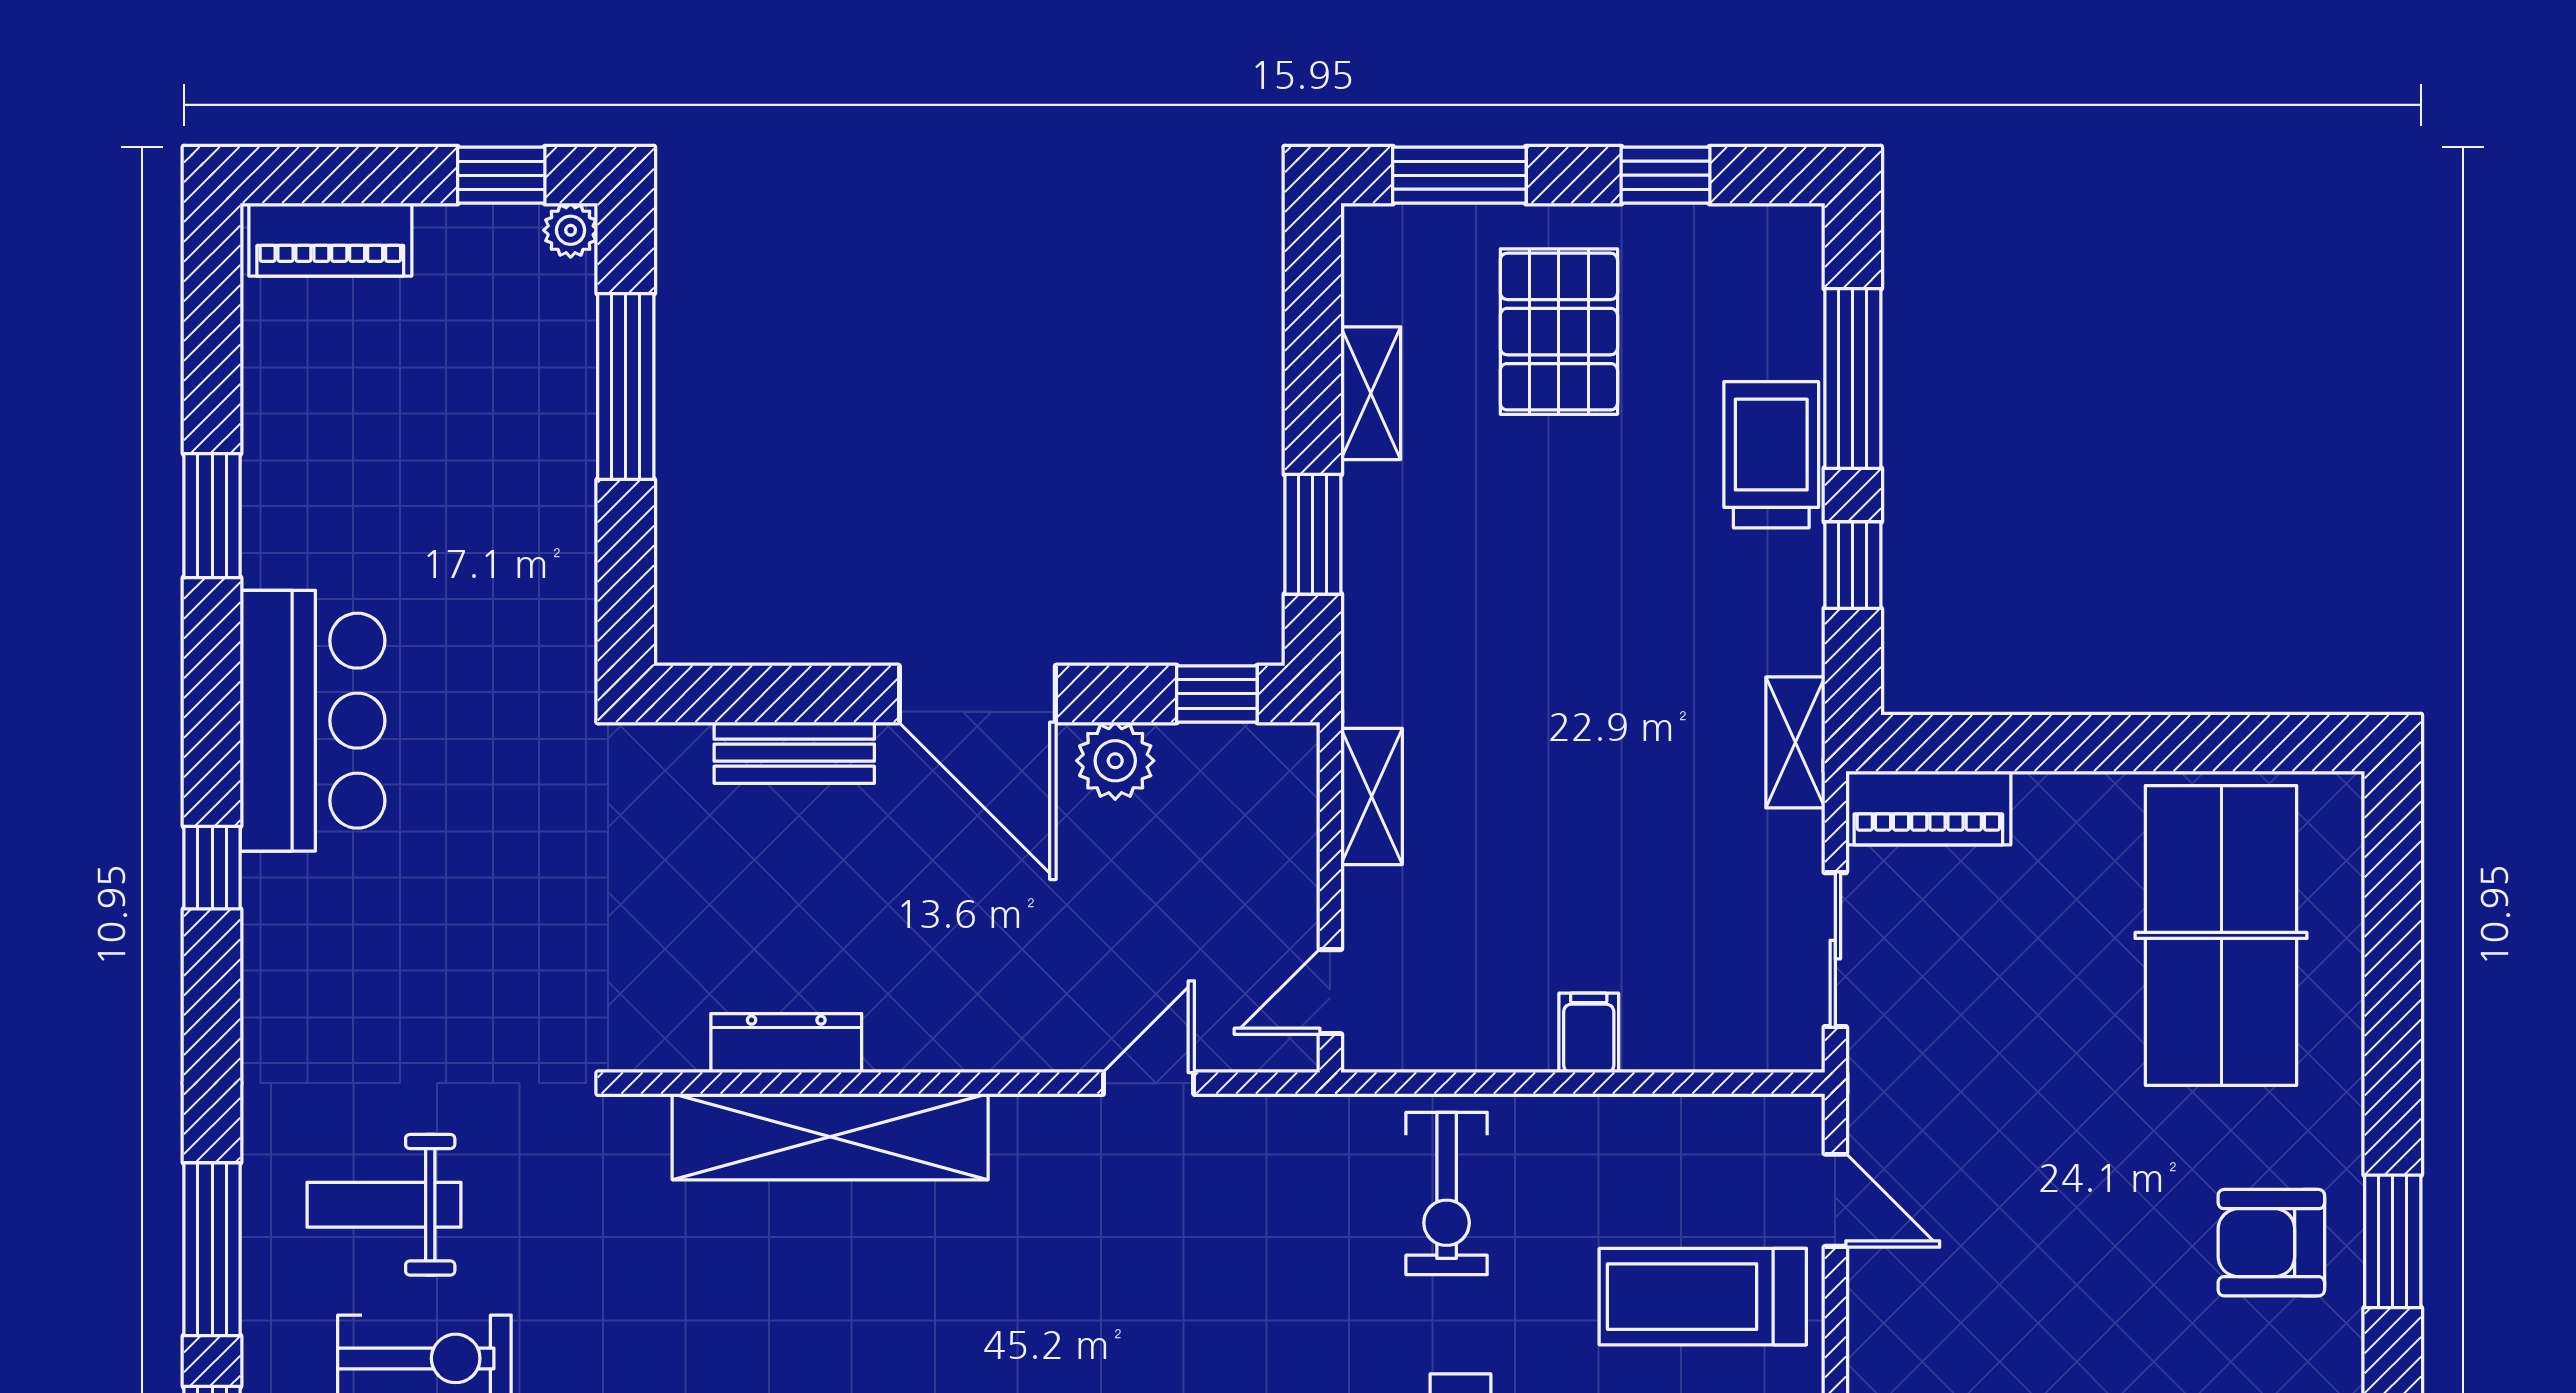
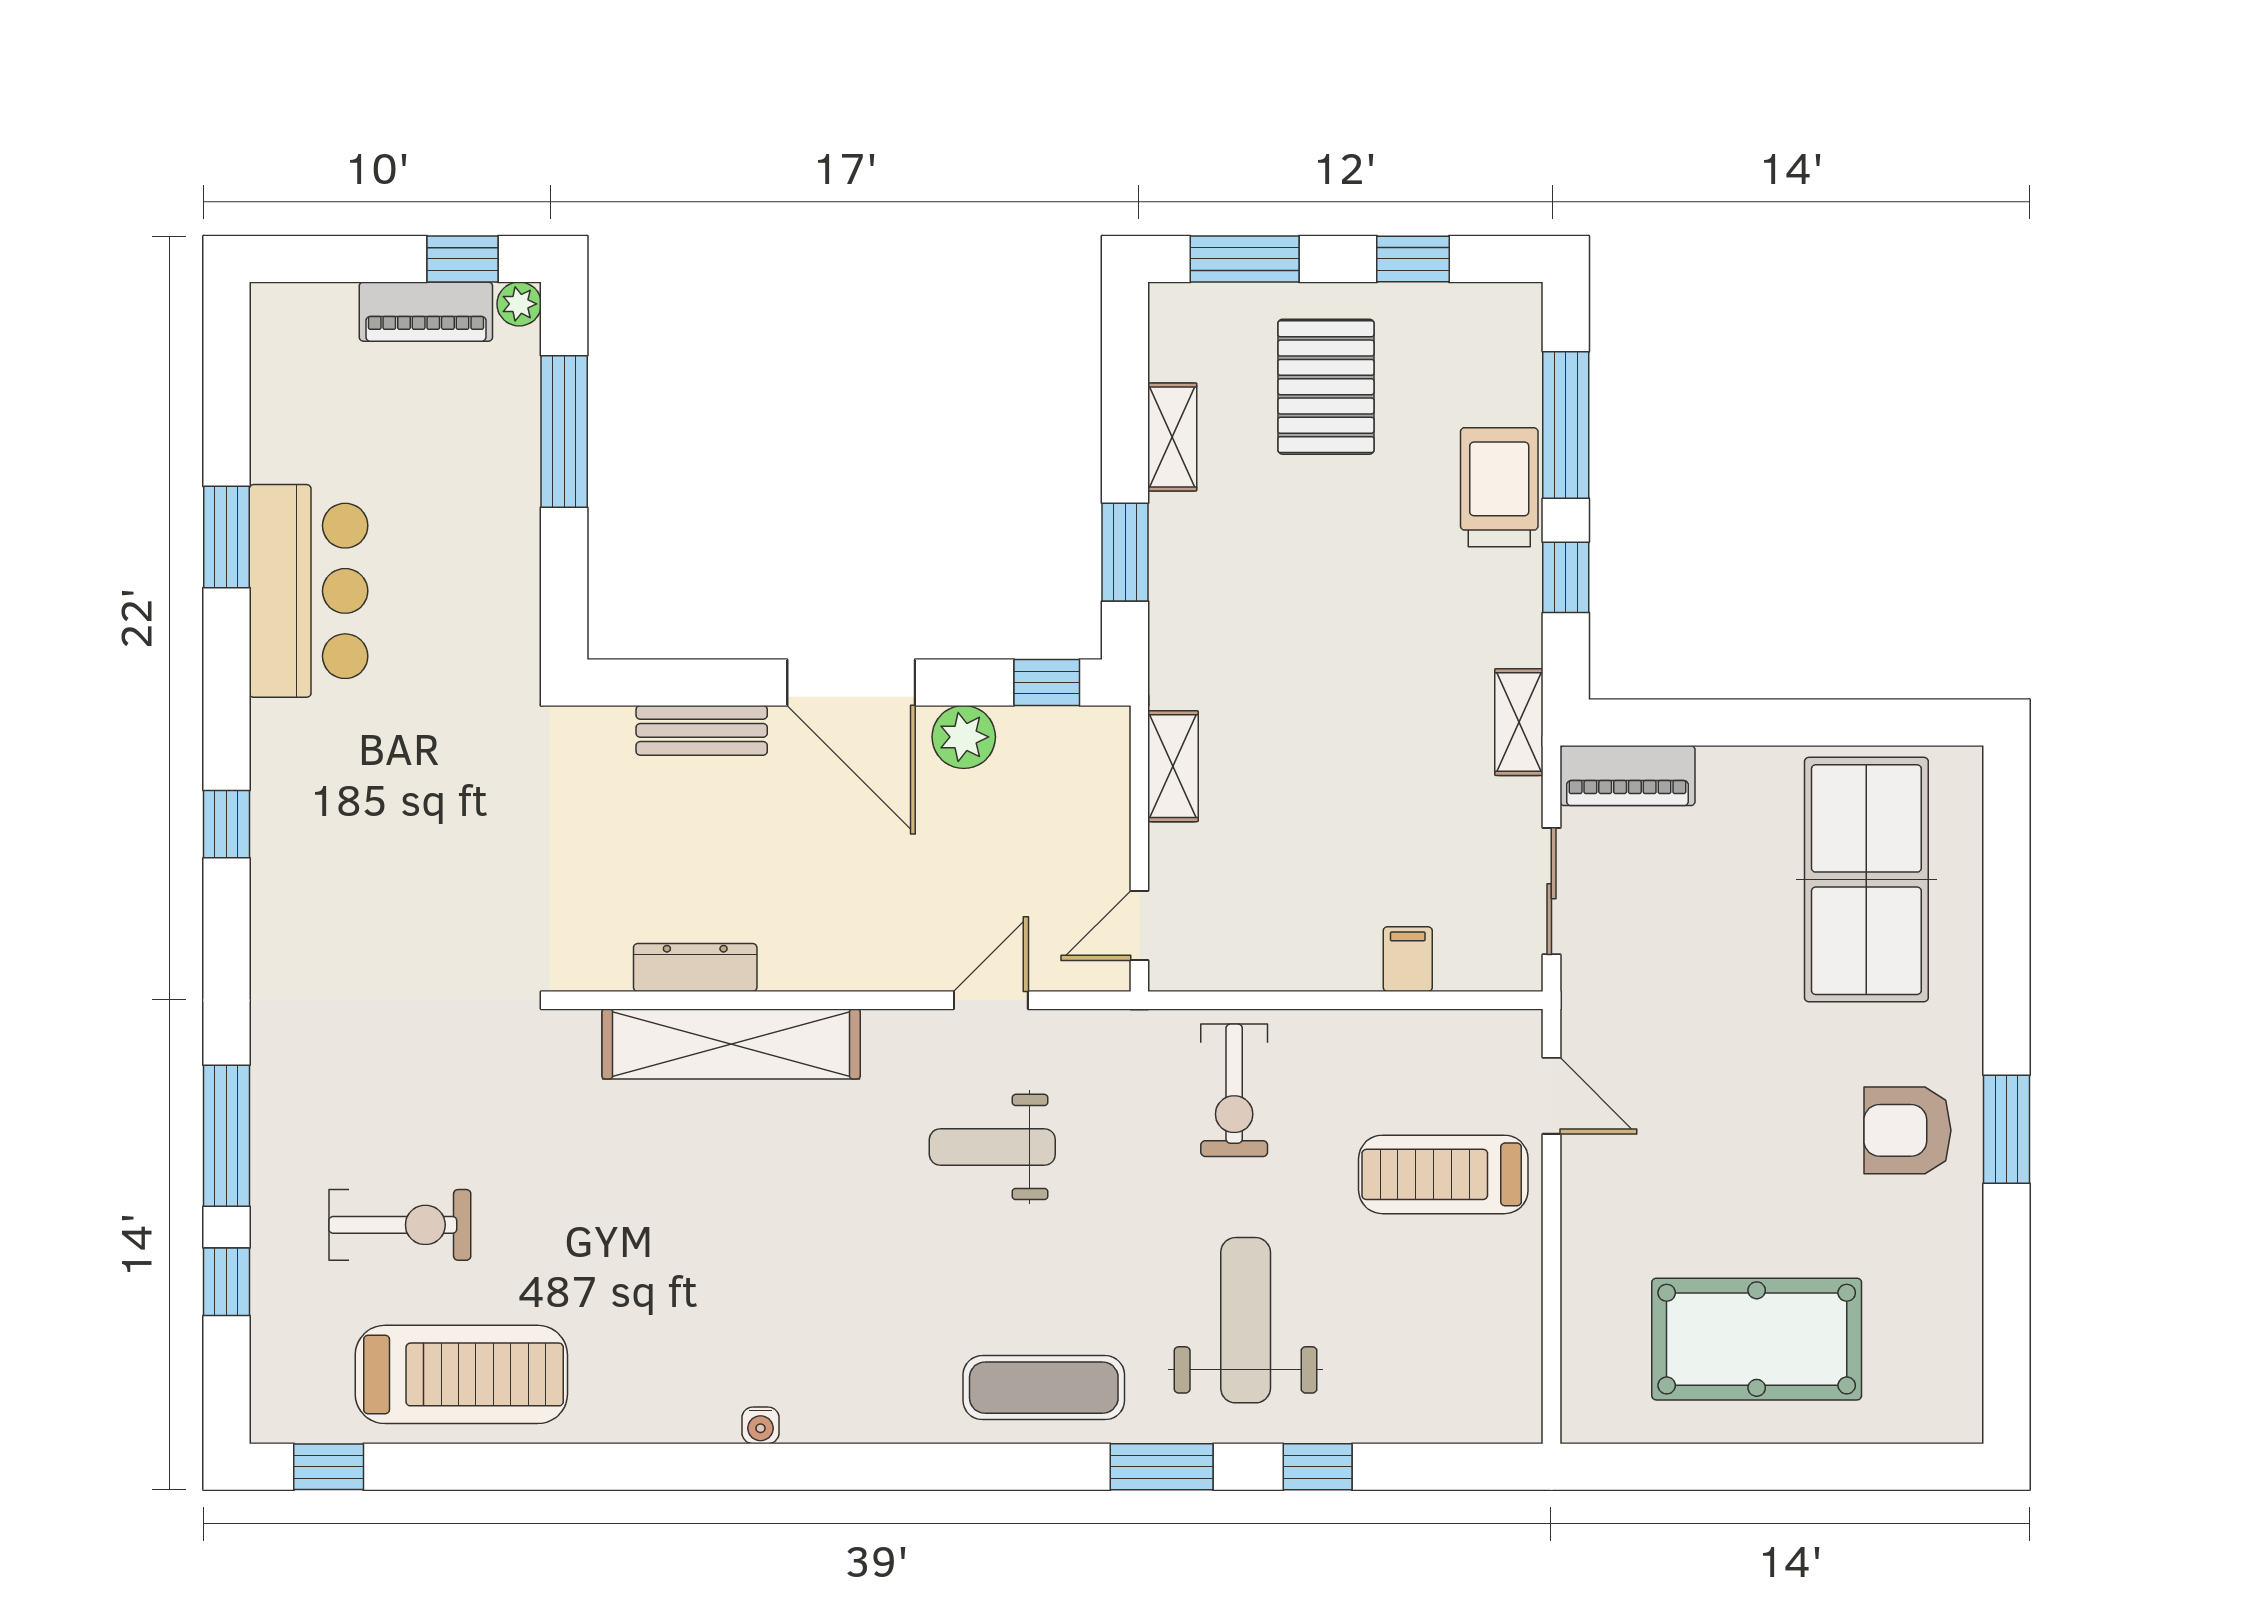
piano: (330, 240) -> (426, 312), moved
bar counter: (312, 721) -> (308, 591), moved
filing cabinet: (1589, 1033) -> (1408, 959), moved
weight bench: (384, 1205) -> (992, 1147), moved

